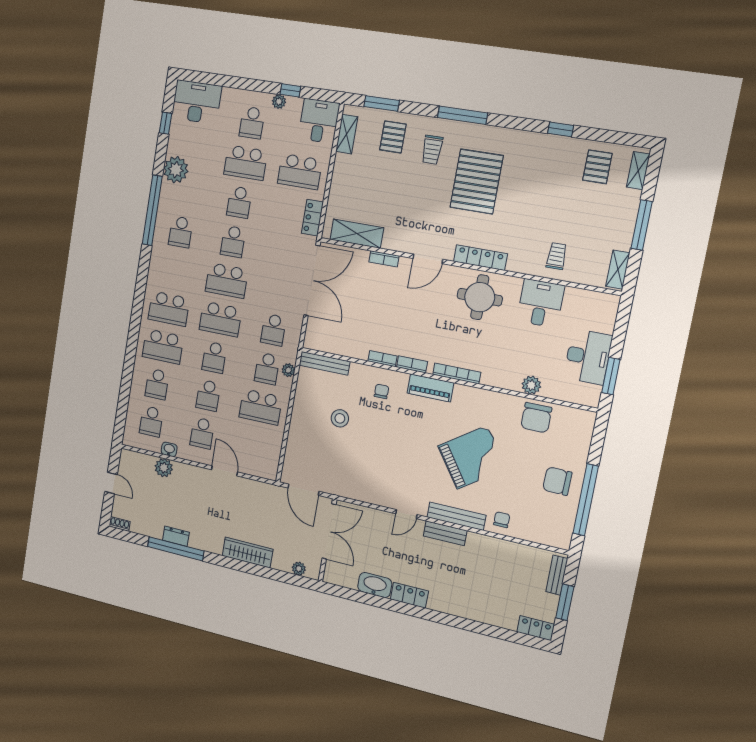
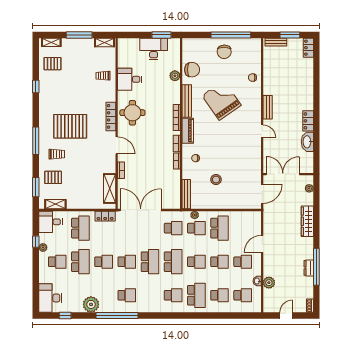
school desk: (169, 309) -> (173, 295), width x0.54
bench: (456, 516) -> (187, 101), moved

